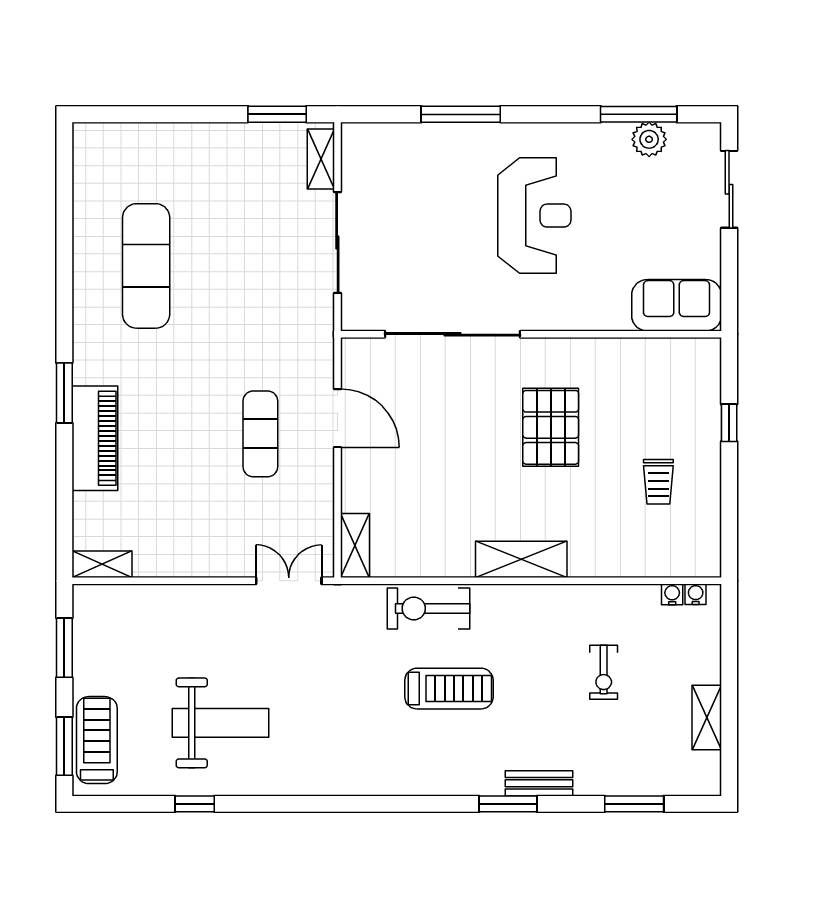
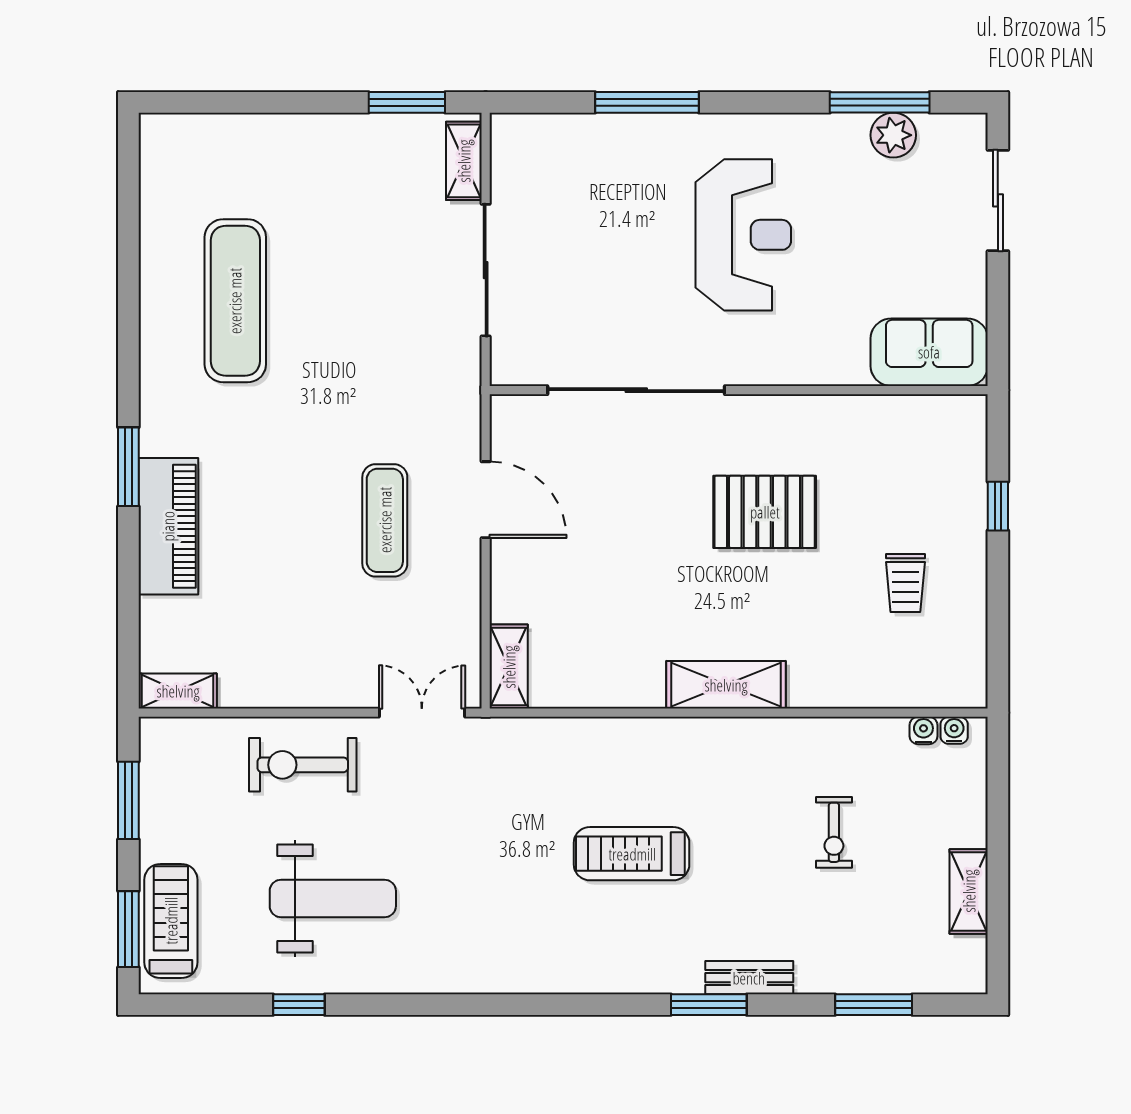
pallet: (551, 427) -> (765, 512), turned 90
exercise bike: (429, 608) -> (303, 765), moved
treadmill: (449, 689) -> (632, 854), turned 180

